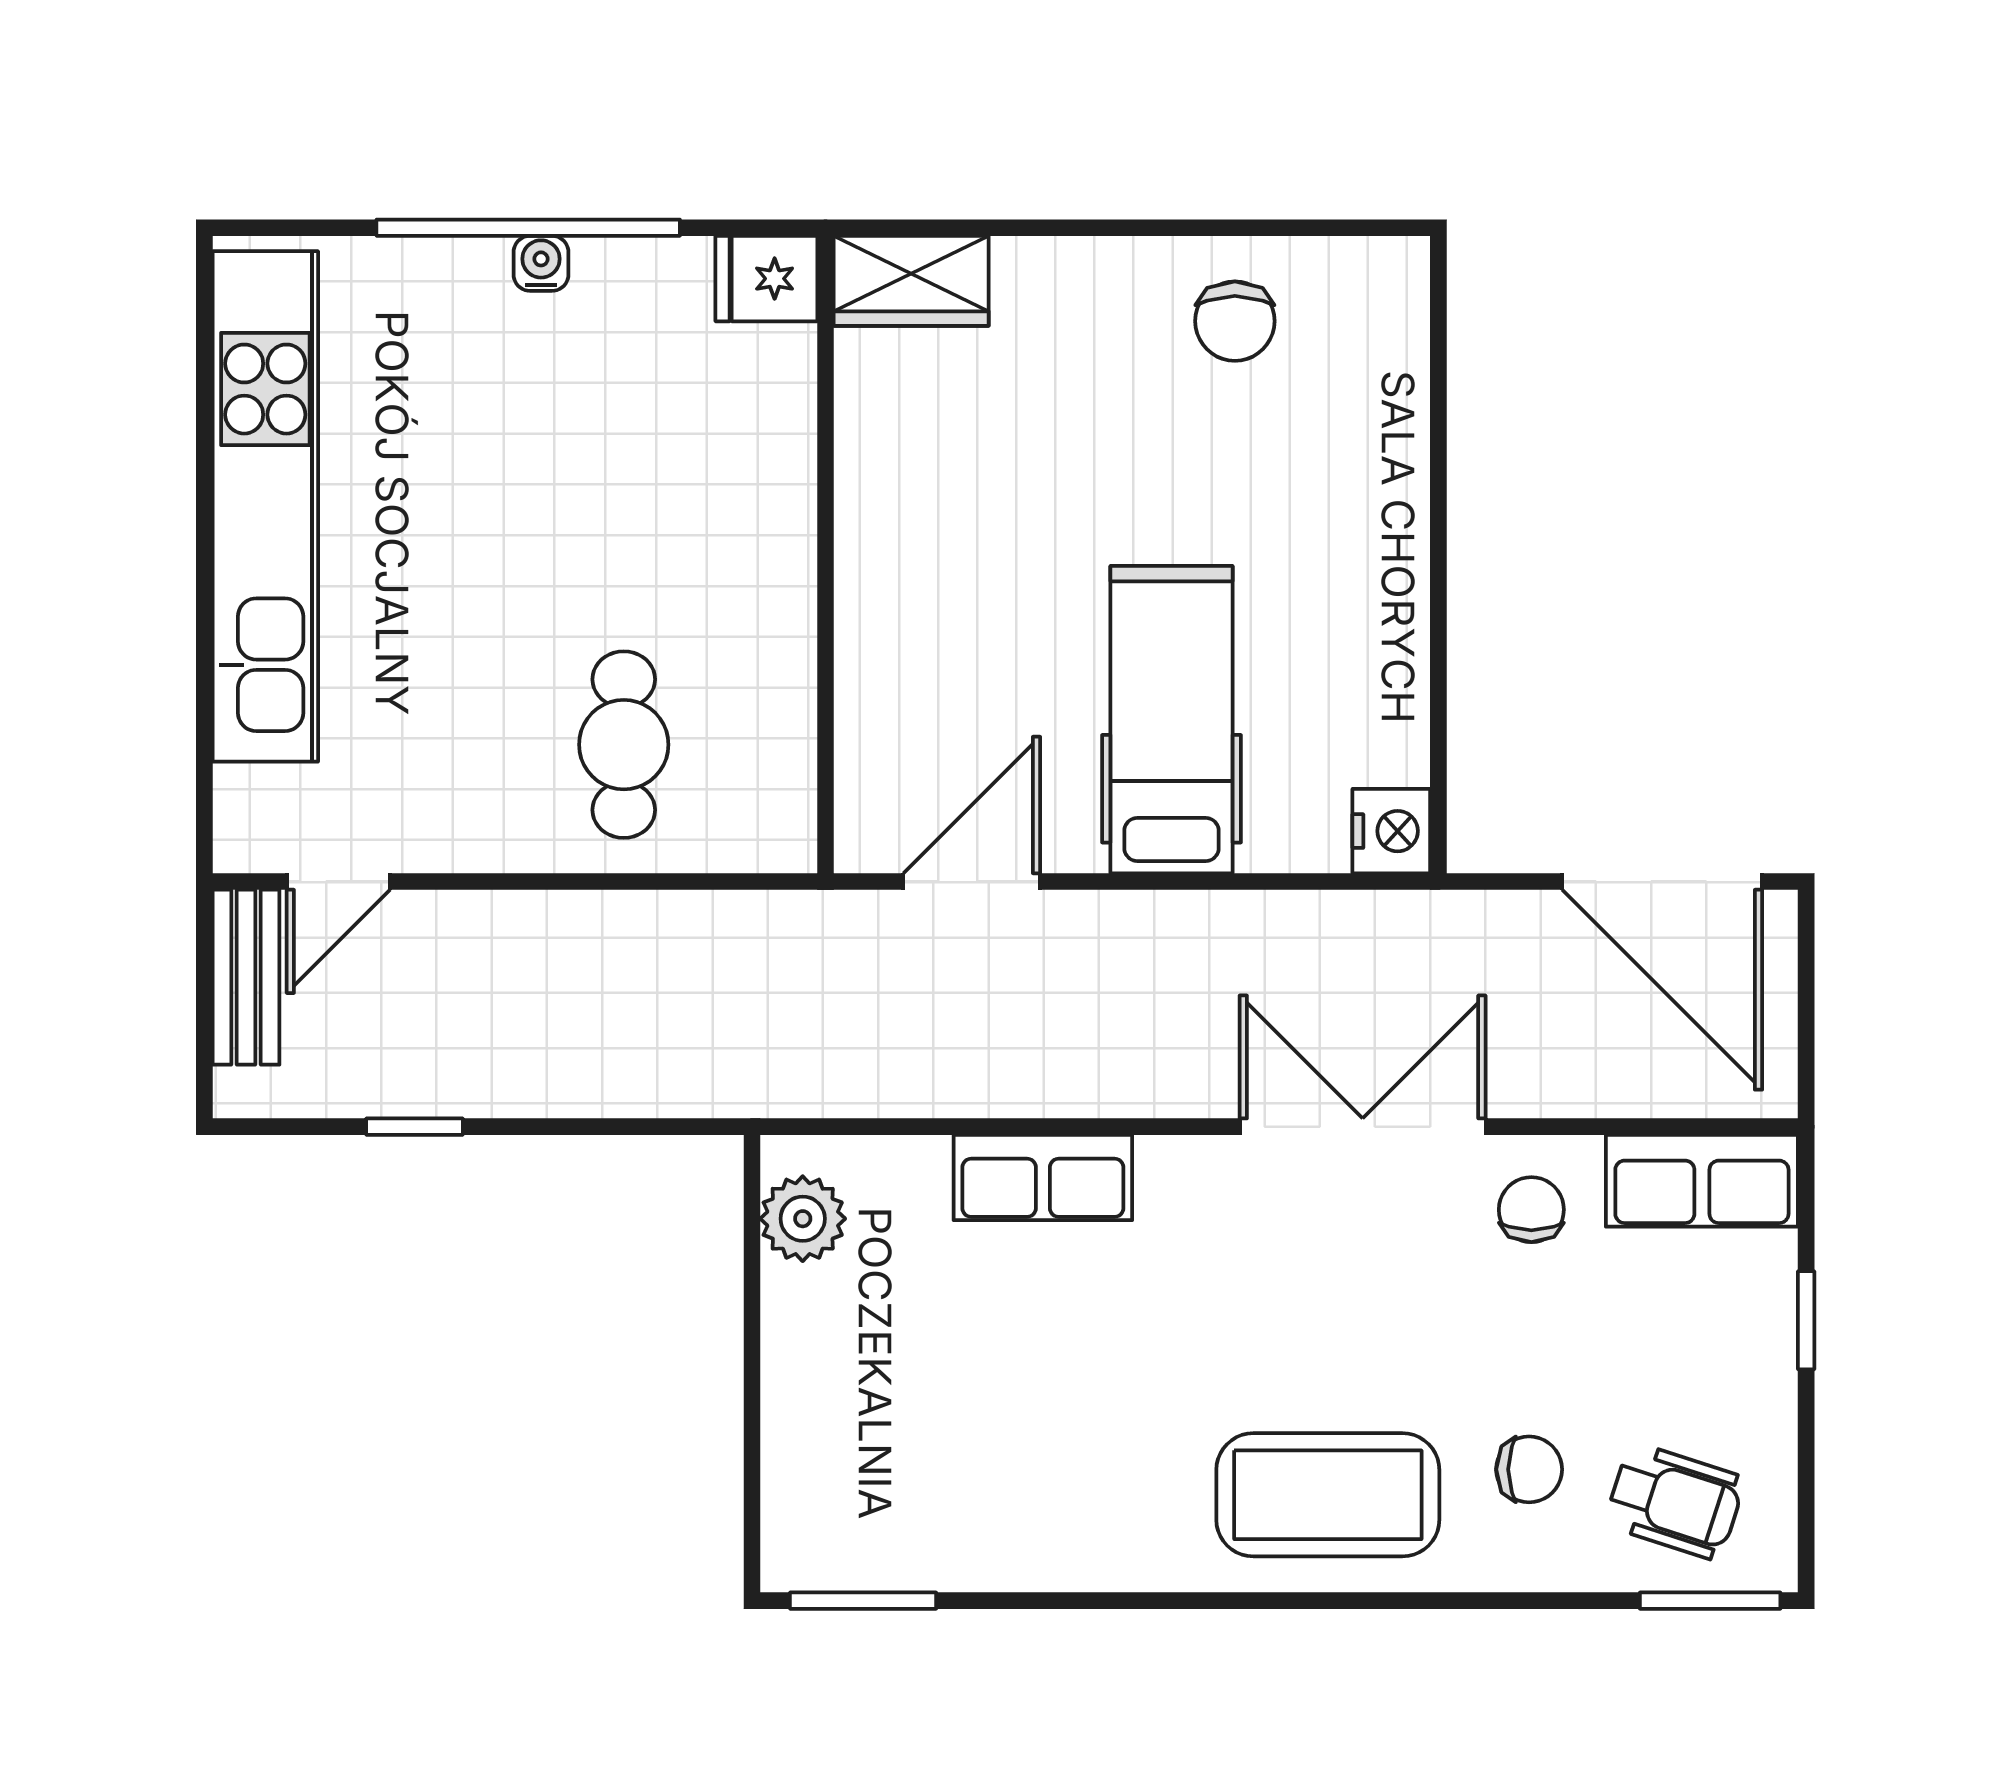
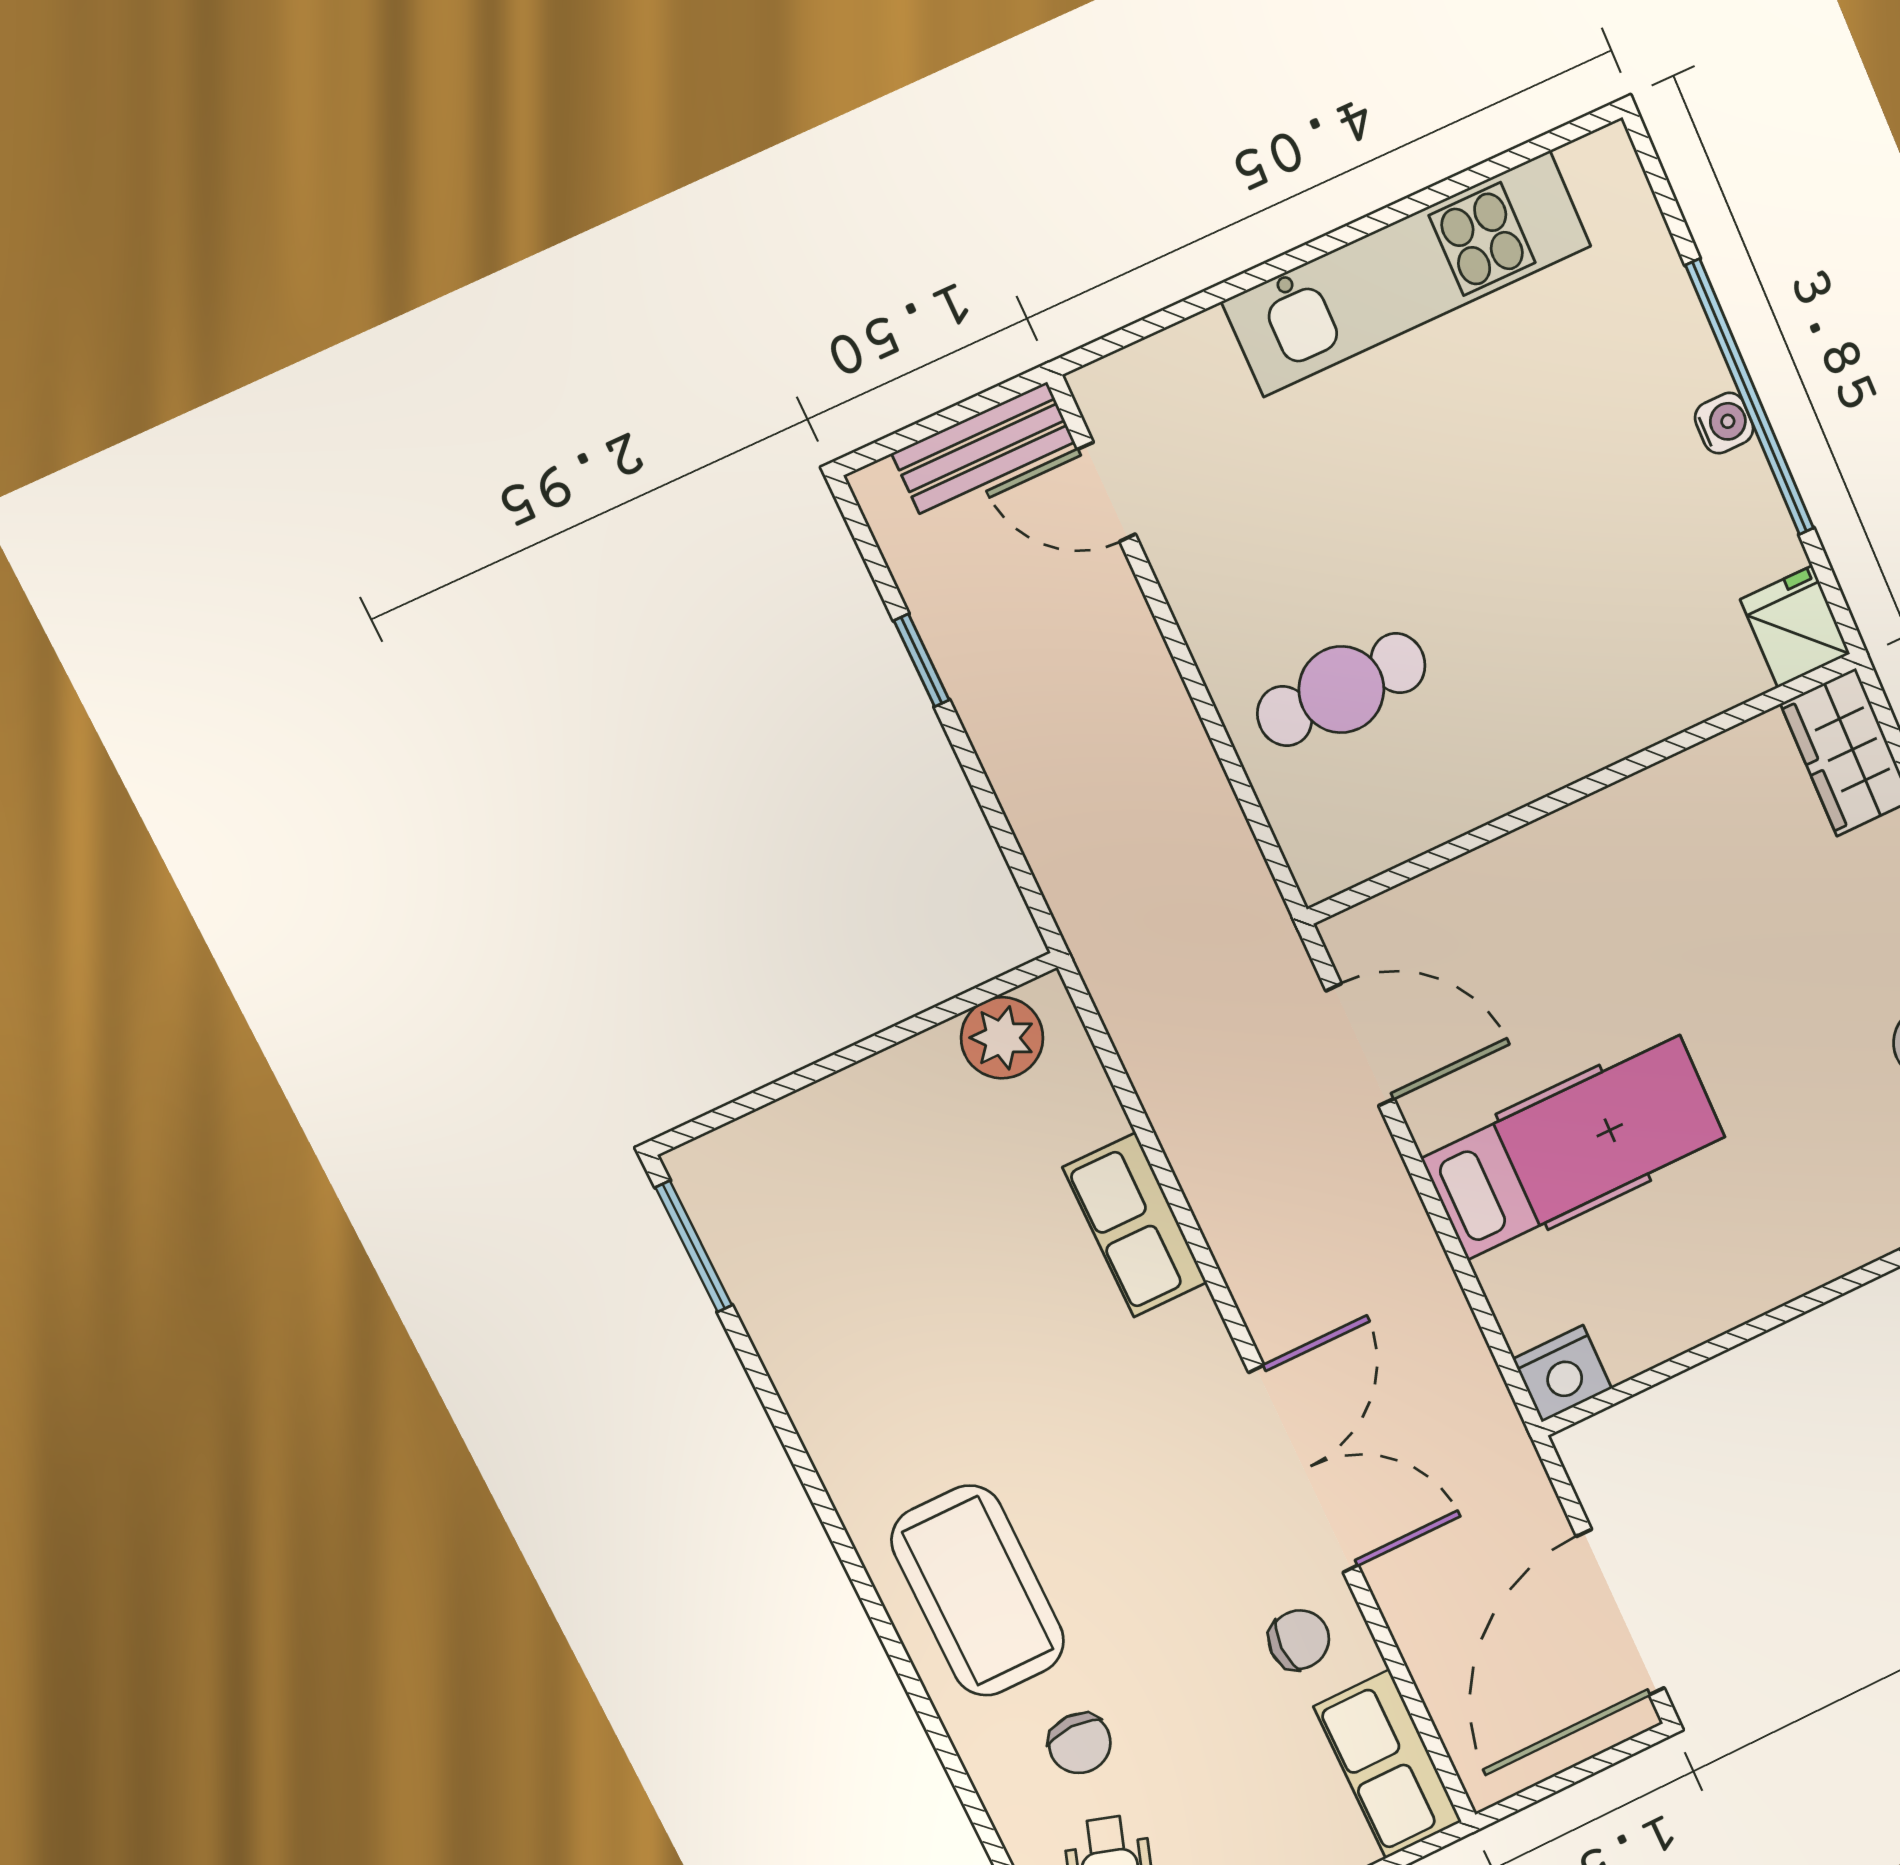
kitchen unit: (265, 506) -> (1407, 274), width x0.73

